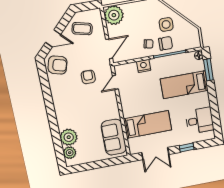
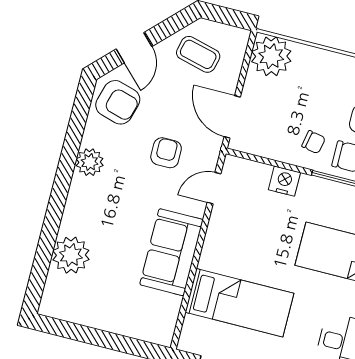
door: (53, 38) -> (134, 48), hinge flipped
door: (109, 49) -> (232, 117), swing flipped
sofa: (114, 137) -> (172, 252), moved
plant: (70, 153) -> (90, 162), moved

